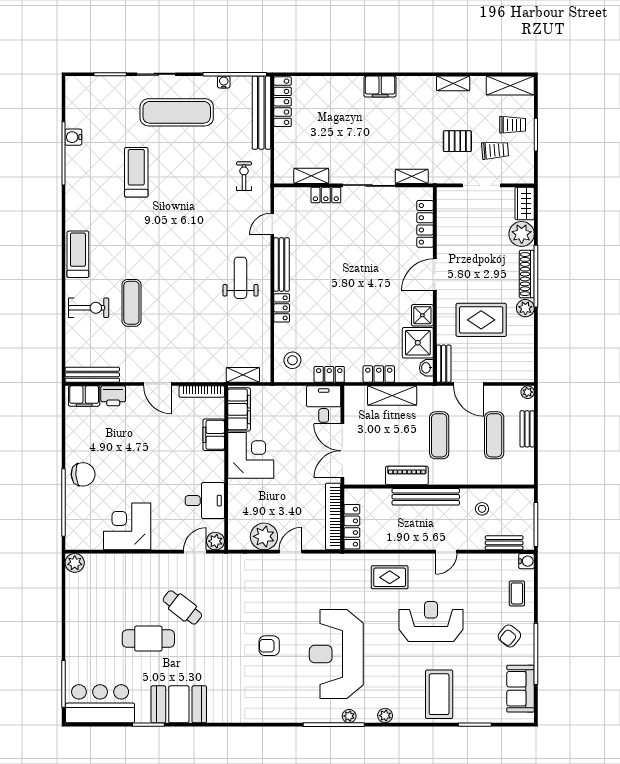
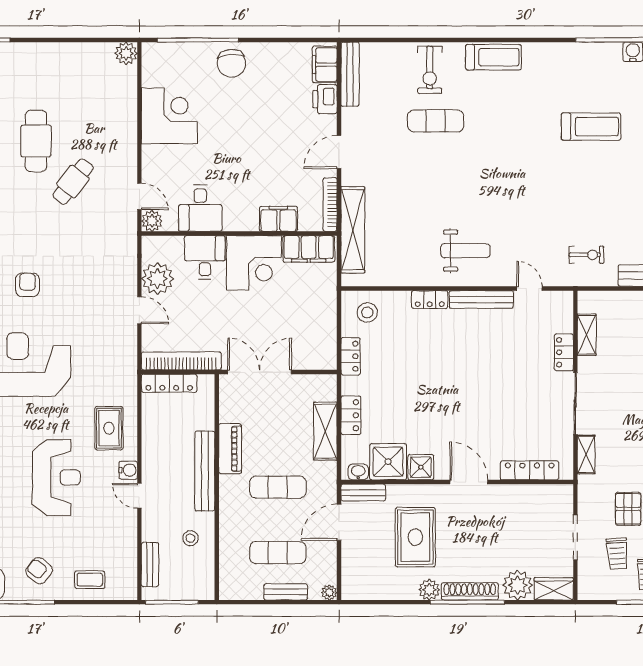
shelving: (243, 375) -> (353, 230), width x2.20, depth x1.33
desk: (324, 404) -> (205, 257), moved, turned -90
water cooler: (526, 561) -> (128, 470), moved, turned -90

